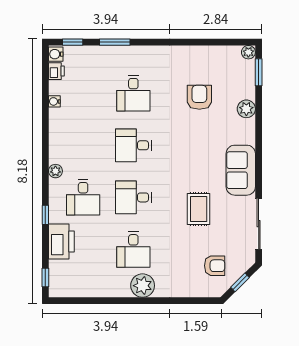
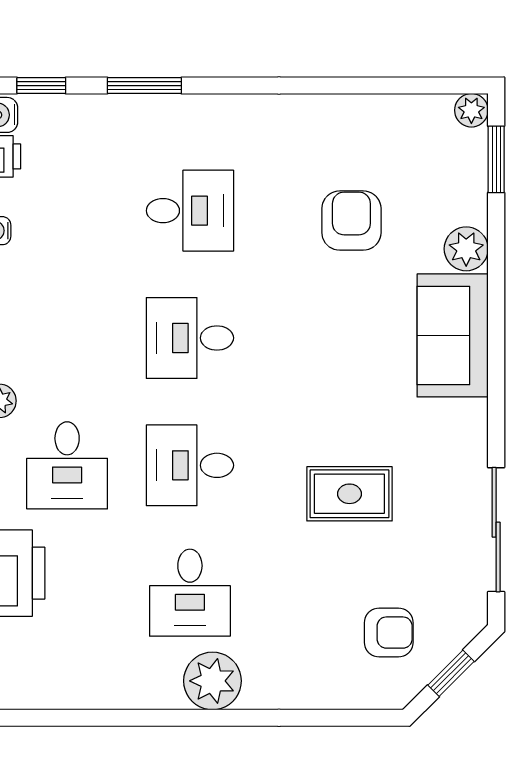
desk: (133, 93) -> (190, 211), turned -90
sofa: (241, 170) -> (453, 335), moved
rug: (199, 209) -> (349, 494), turned 90

